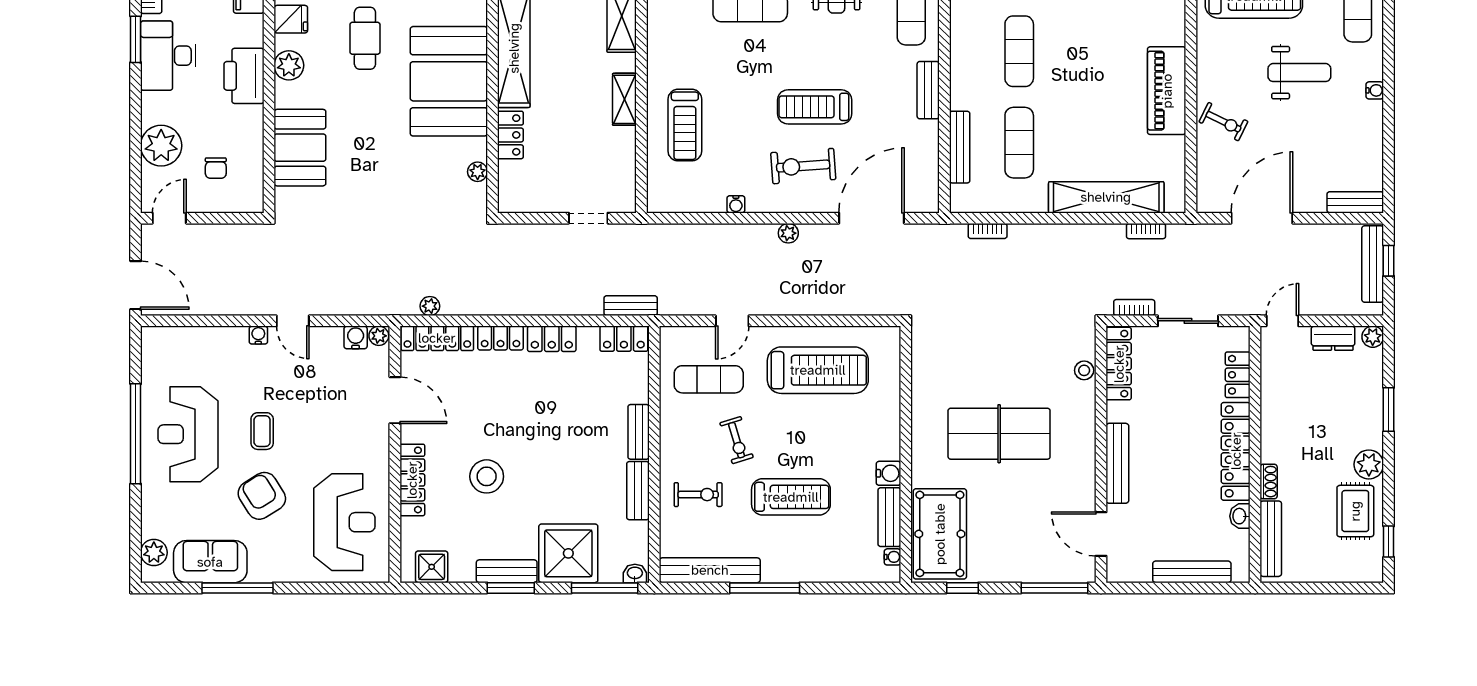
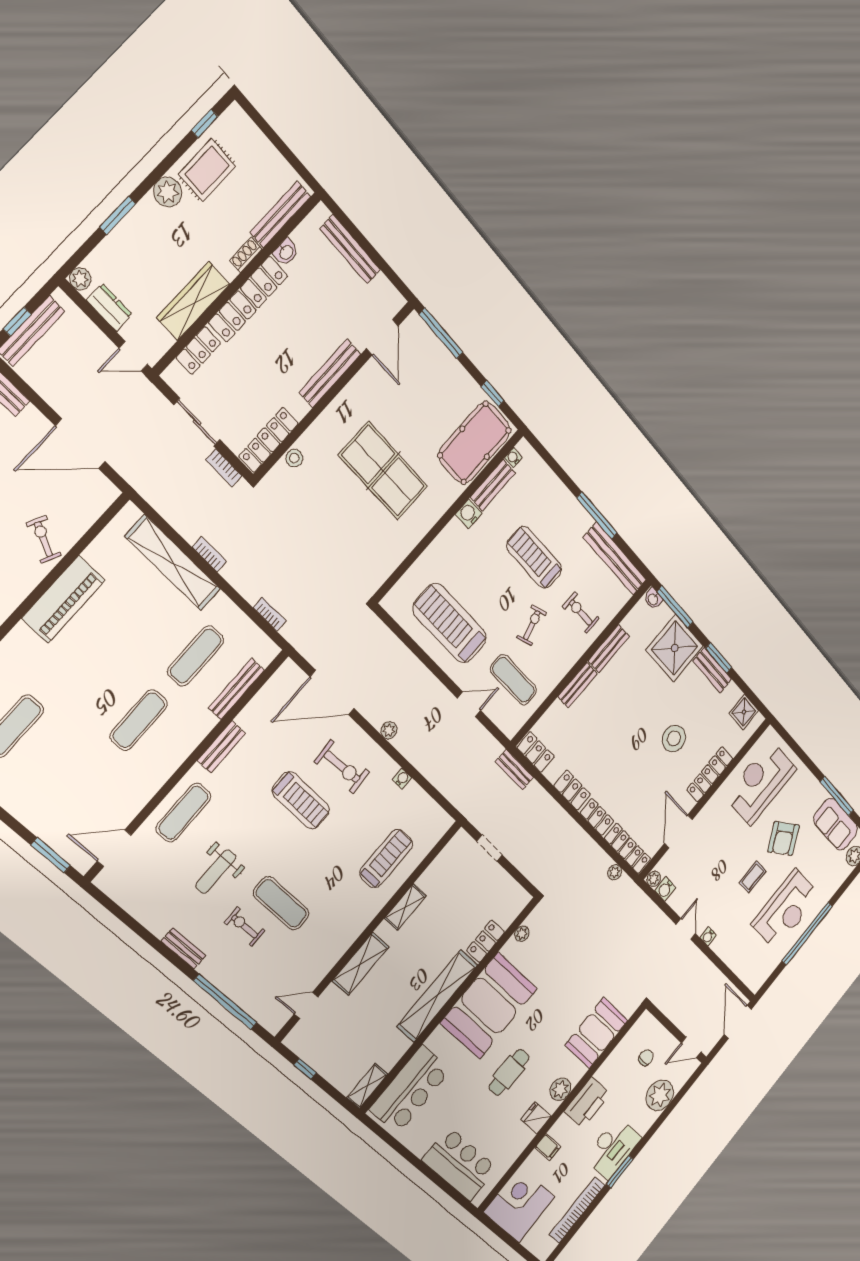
bookcase: (1146, 231) -> (209, 554), moved
wardrobe: (1276, 407) -> (193, 301), added

